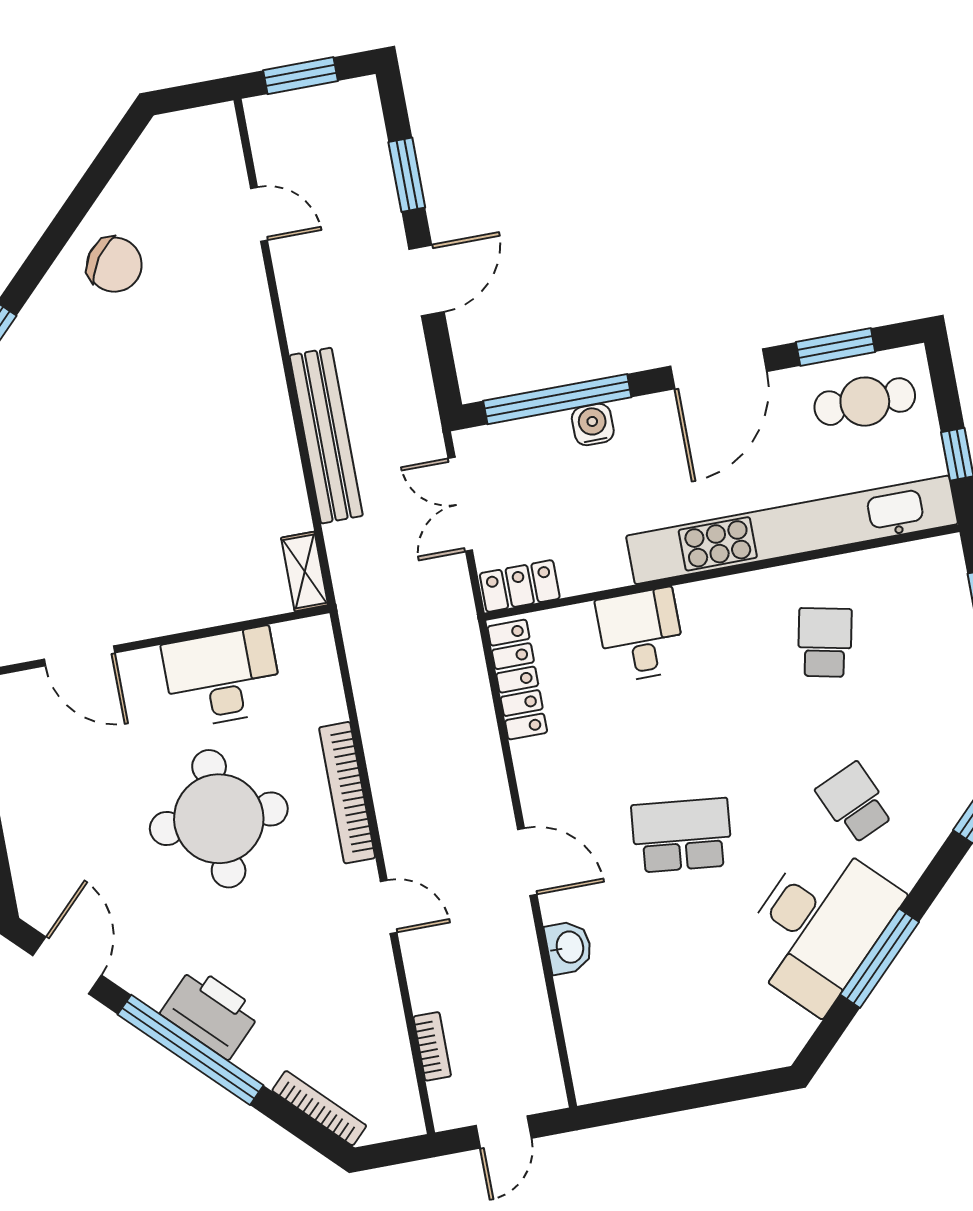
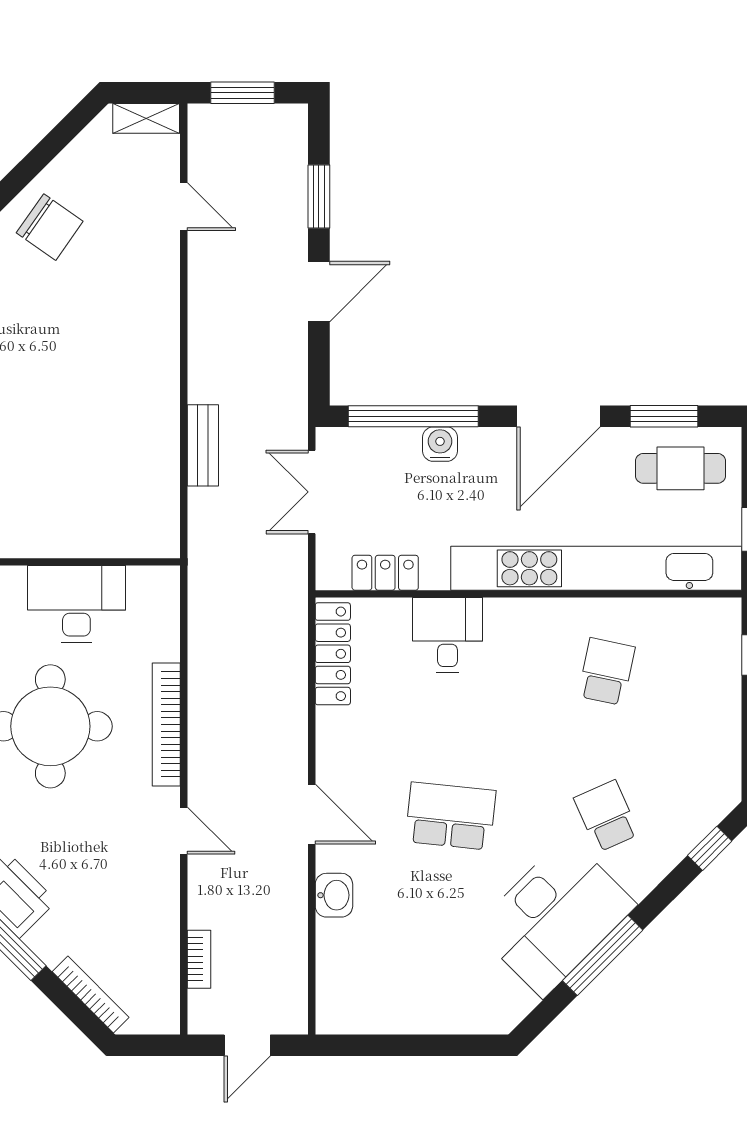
bench: (326, 436) -> (203, 445), width x0.54, depth x0.82
shelving: (305, 571) -> (146, 118), moved, turned 90
locker: (520, 586) -> (385, 573), moved

